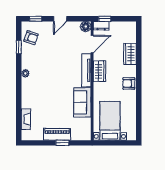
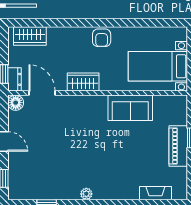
armchair: (31, 38) -> (32, 185), removed
wardrobe: (130, 54) -> (30, 36), moved
tv unit: (86, 70) -> (82, 102), removed

